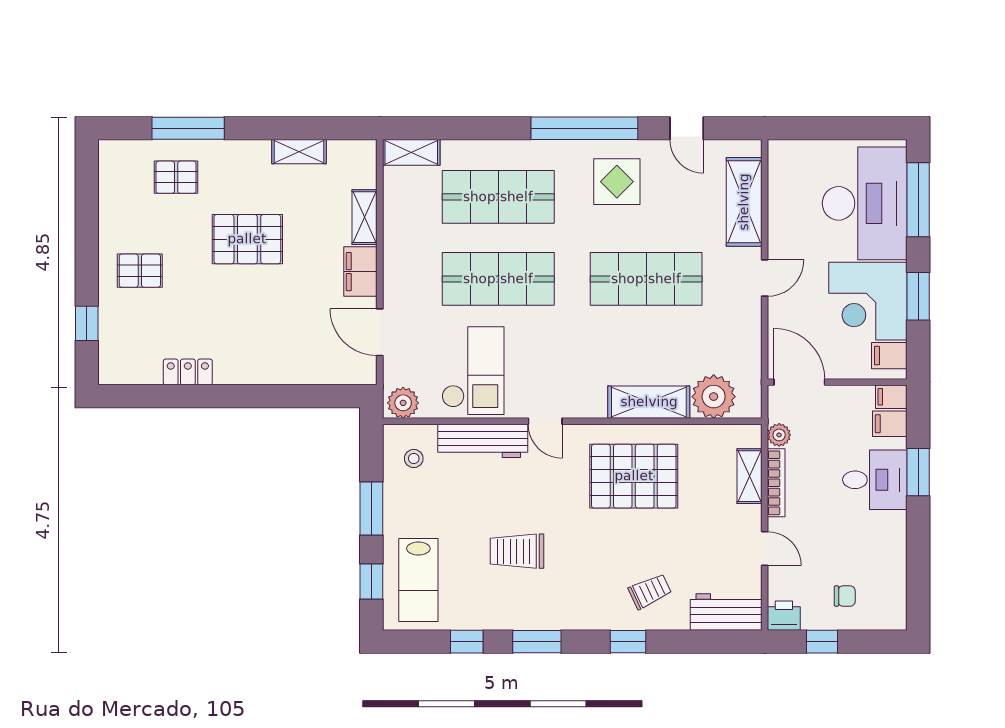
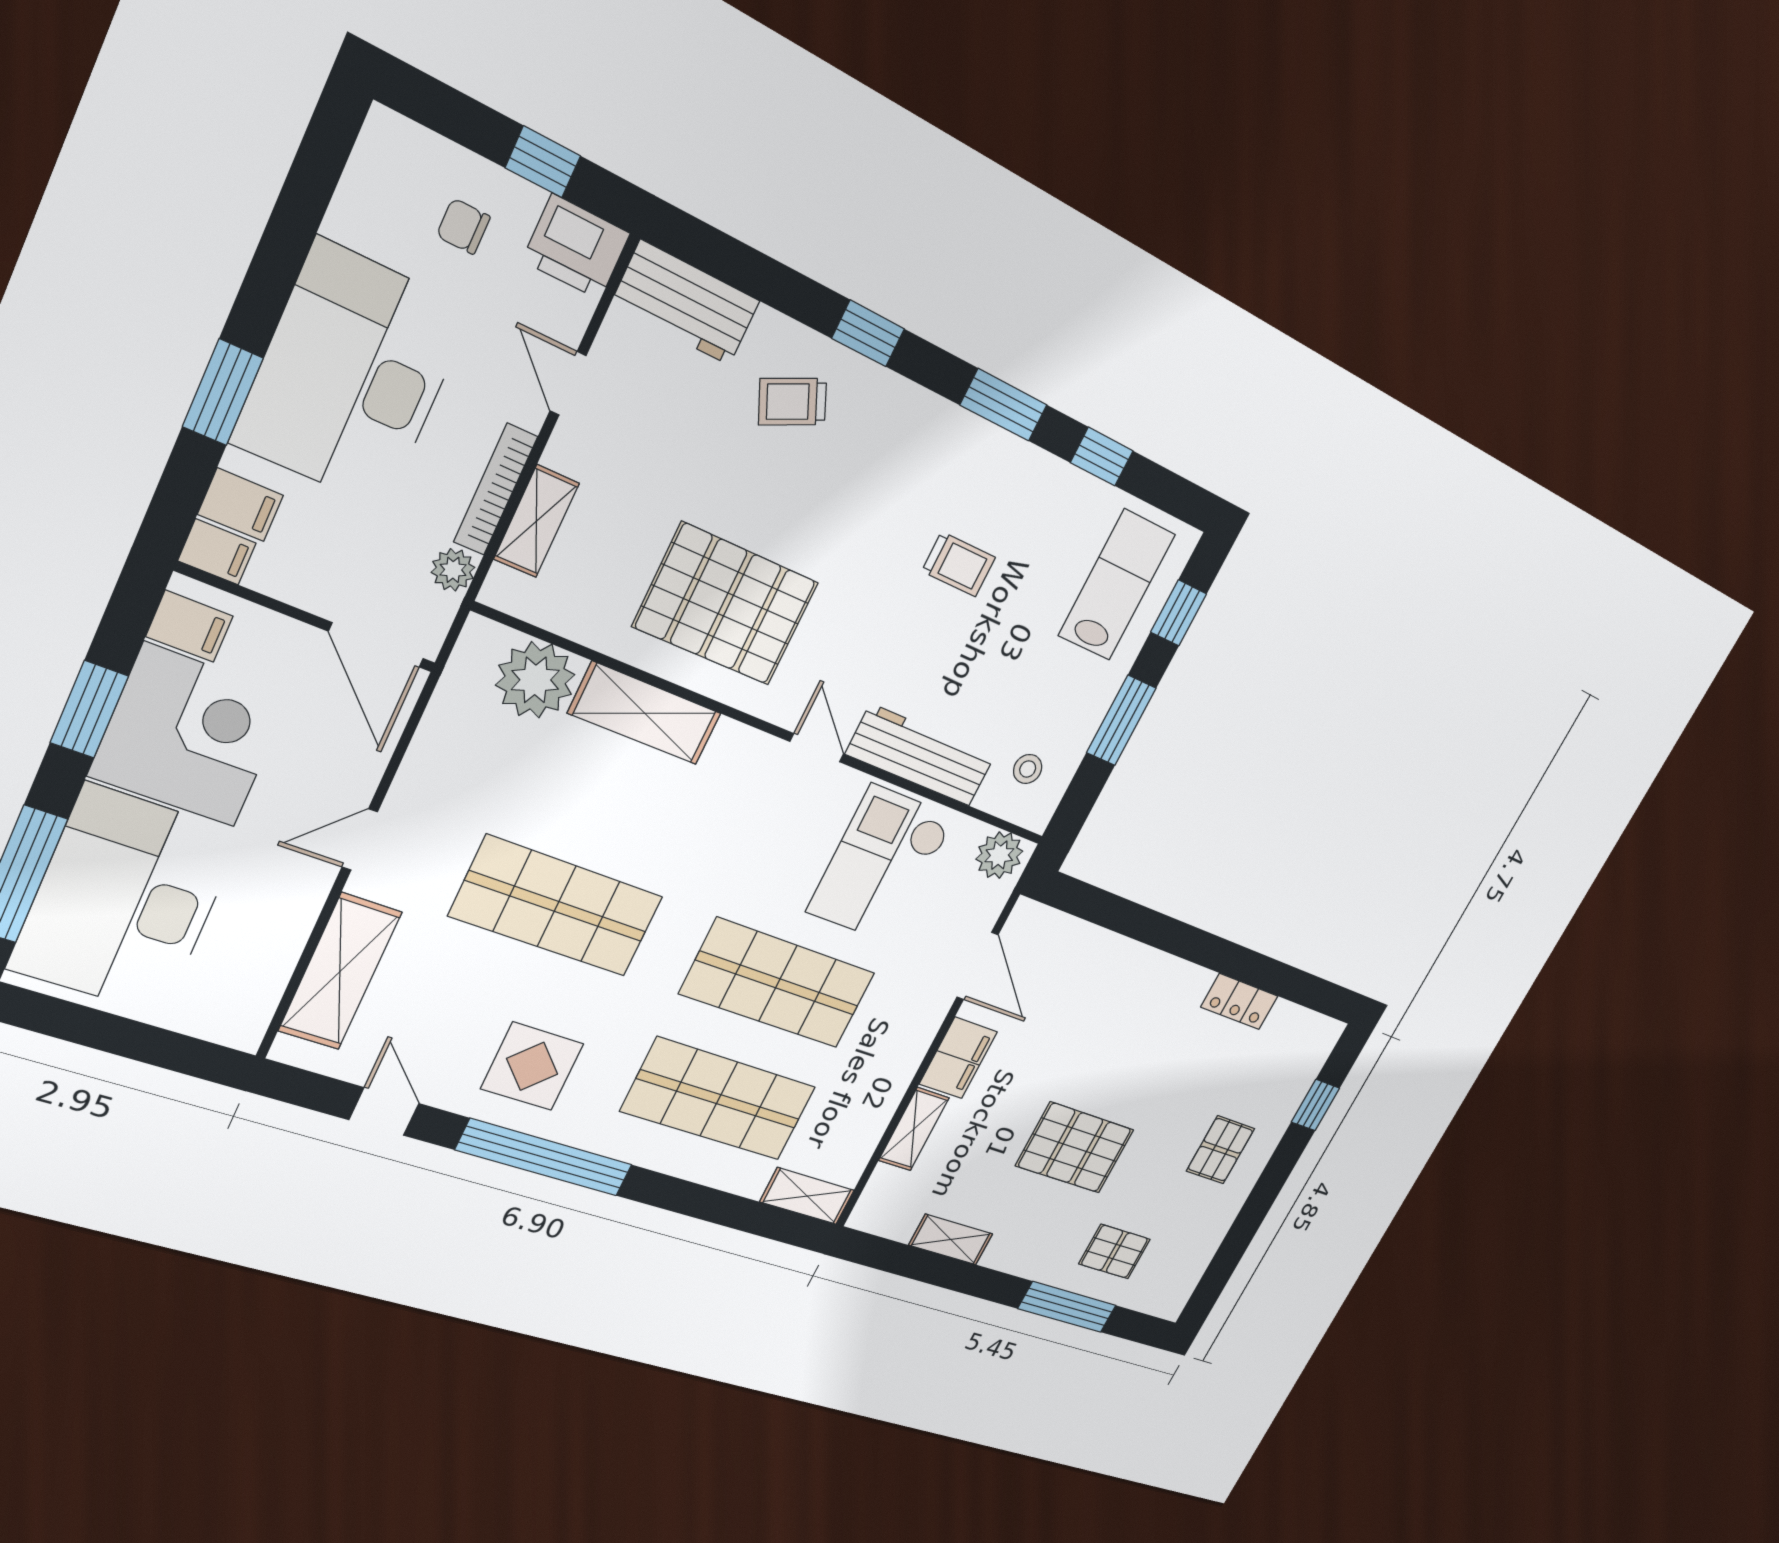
pallet: (140, 271) -> (1220, 1150), turned 90
desk: (875, 480) -> (352, 376), width x1.87, depth x1.30
trolley: (517, 551) -> (959, 564), width x0.73, depth x0.72
printer: (784, 616) -> (576, 247), width x1.36, depth x1.24

